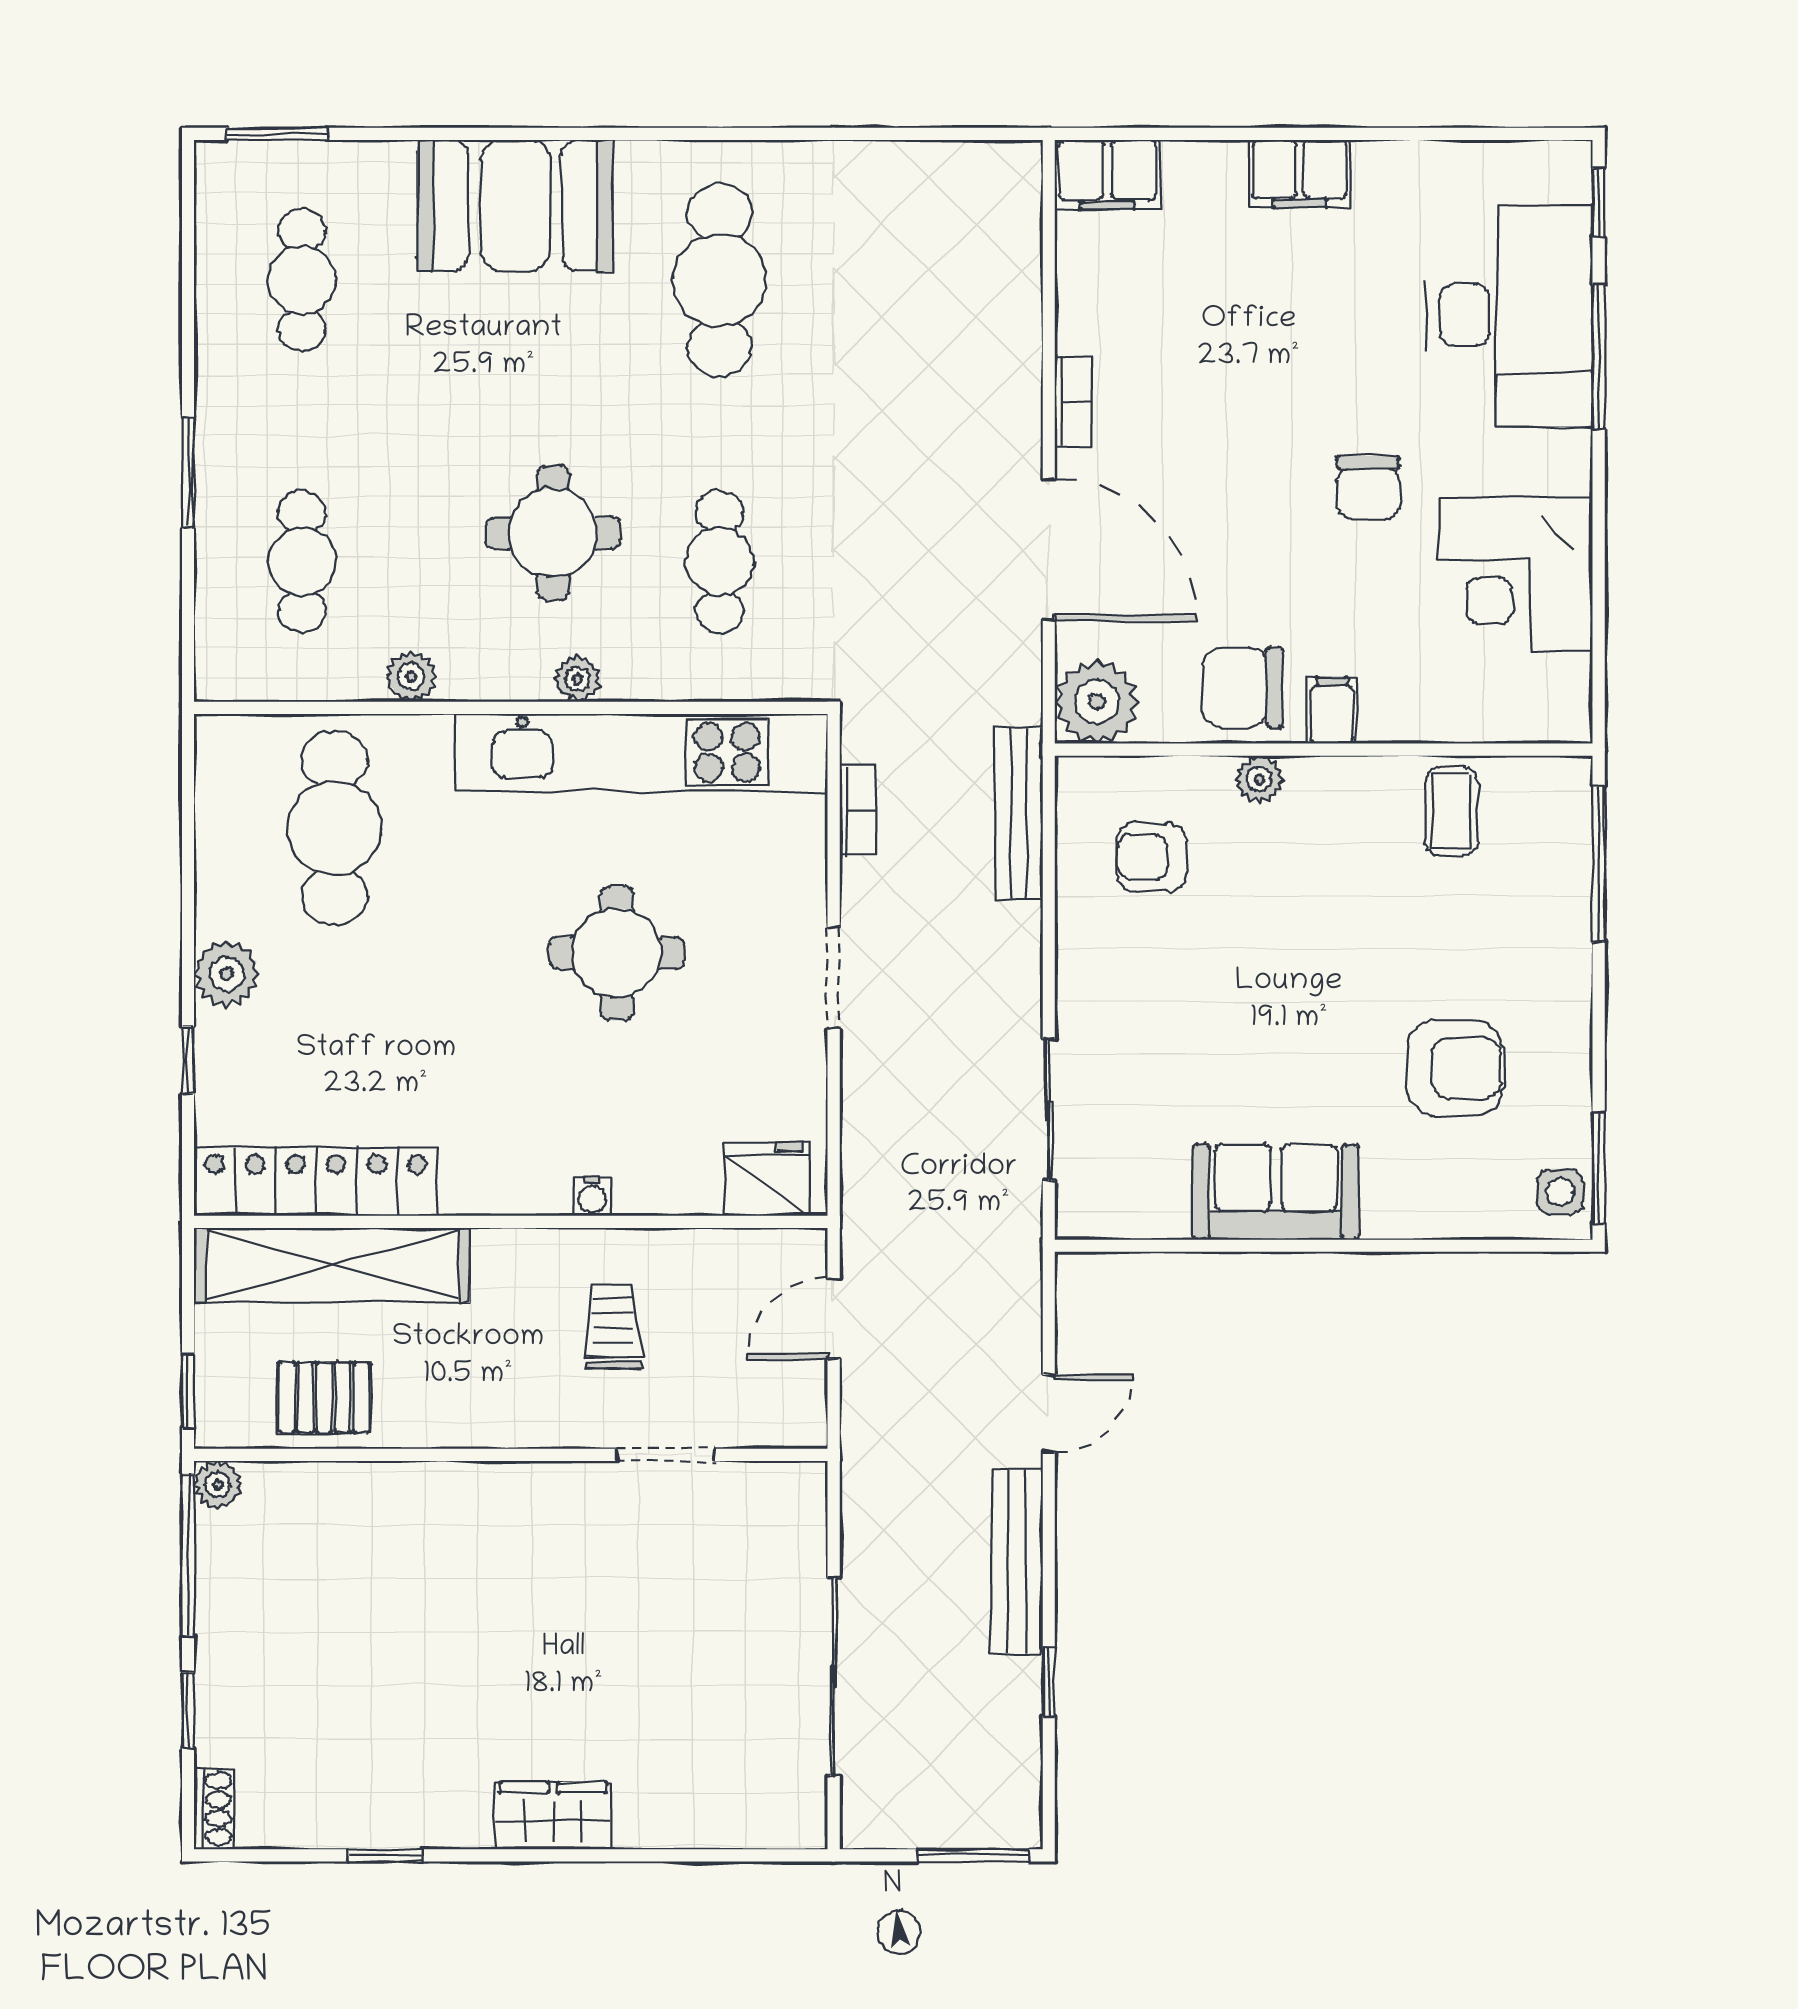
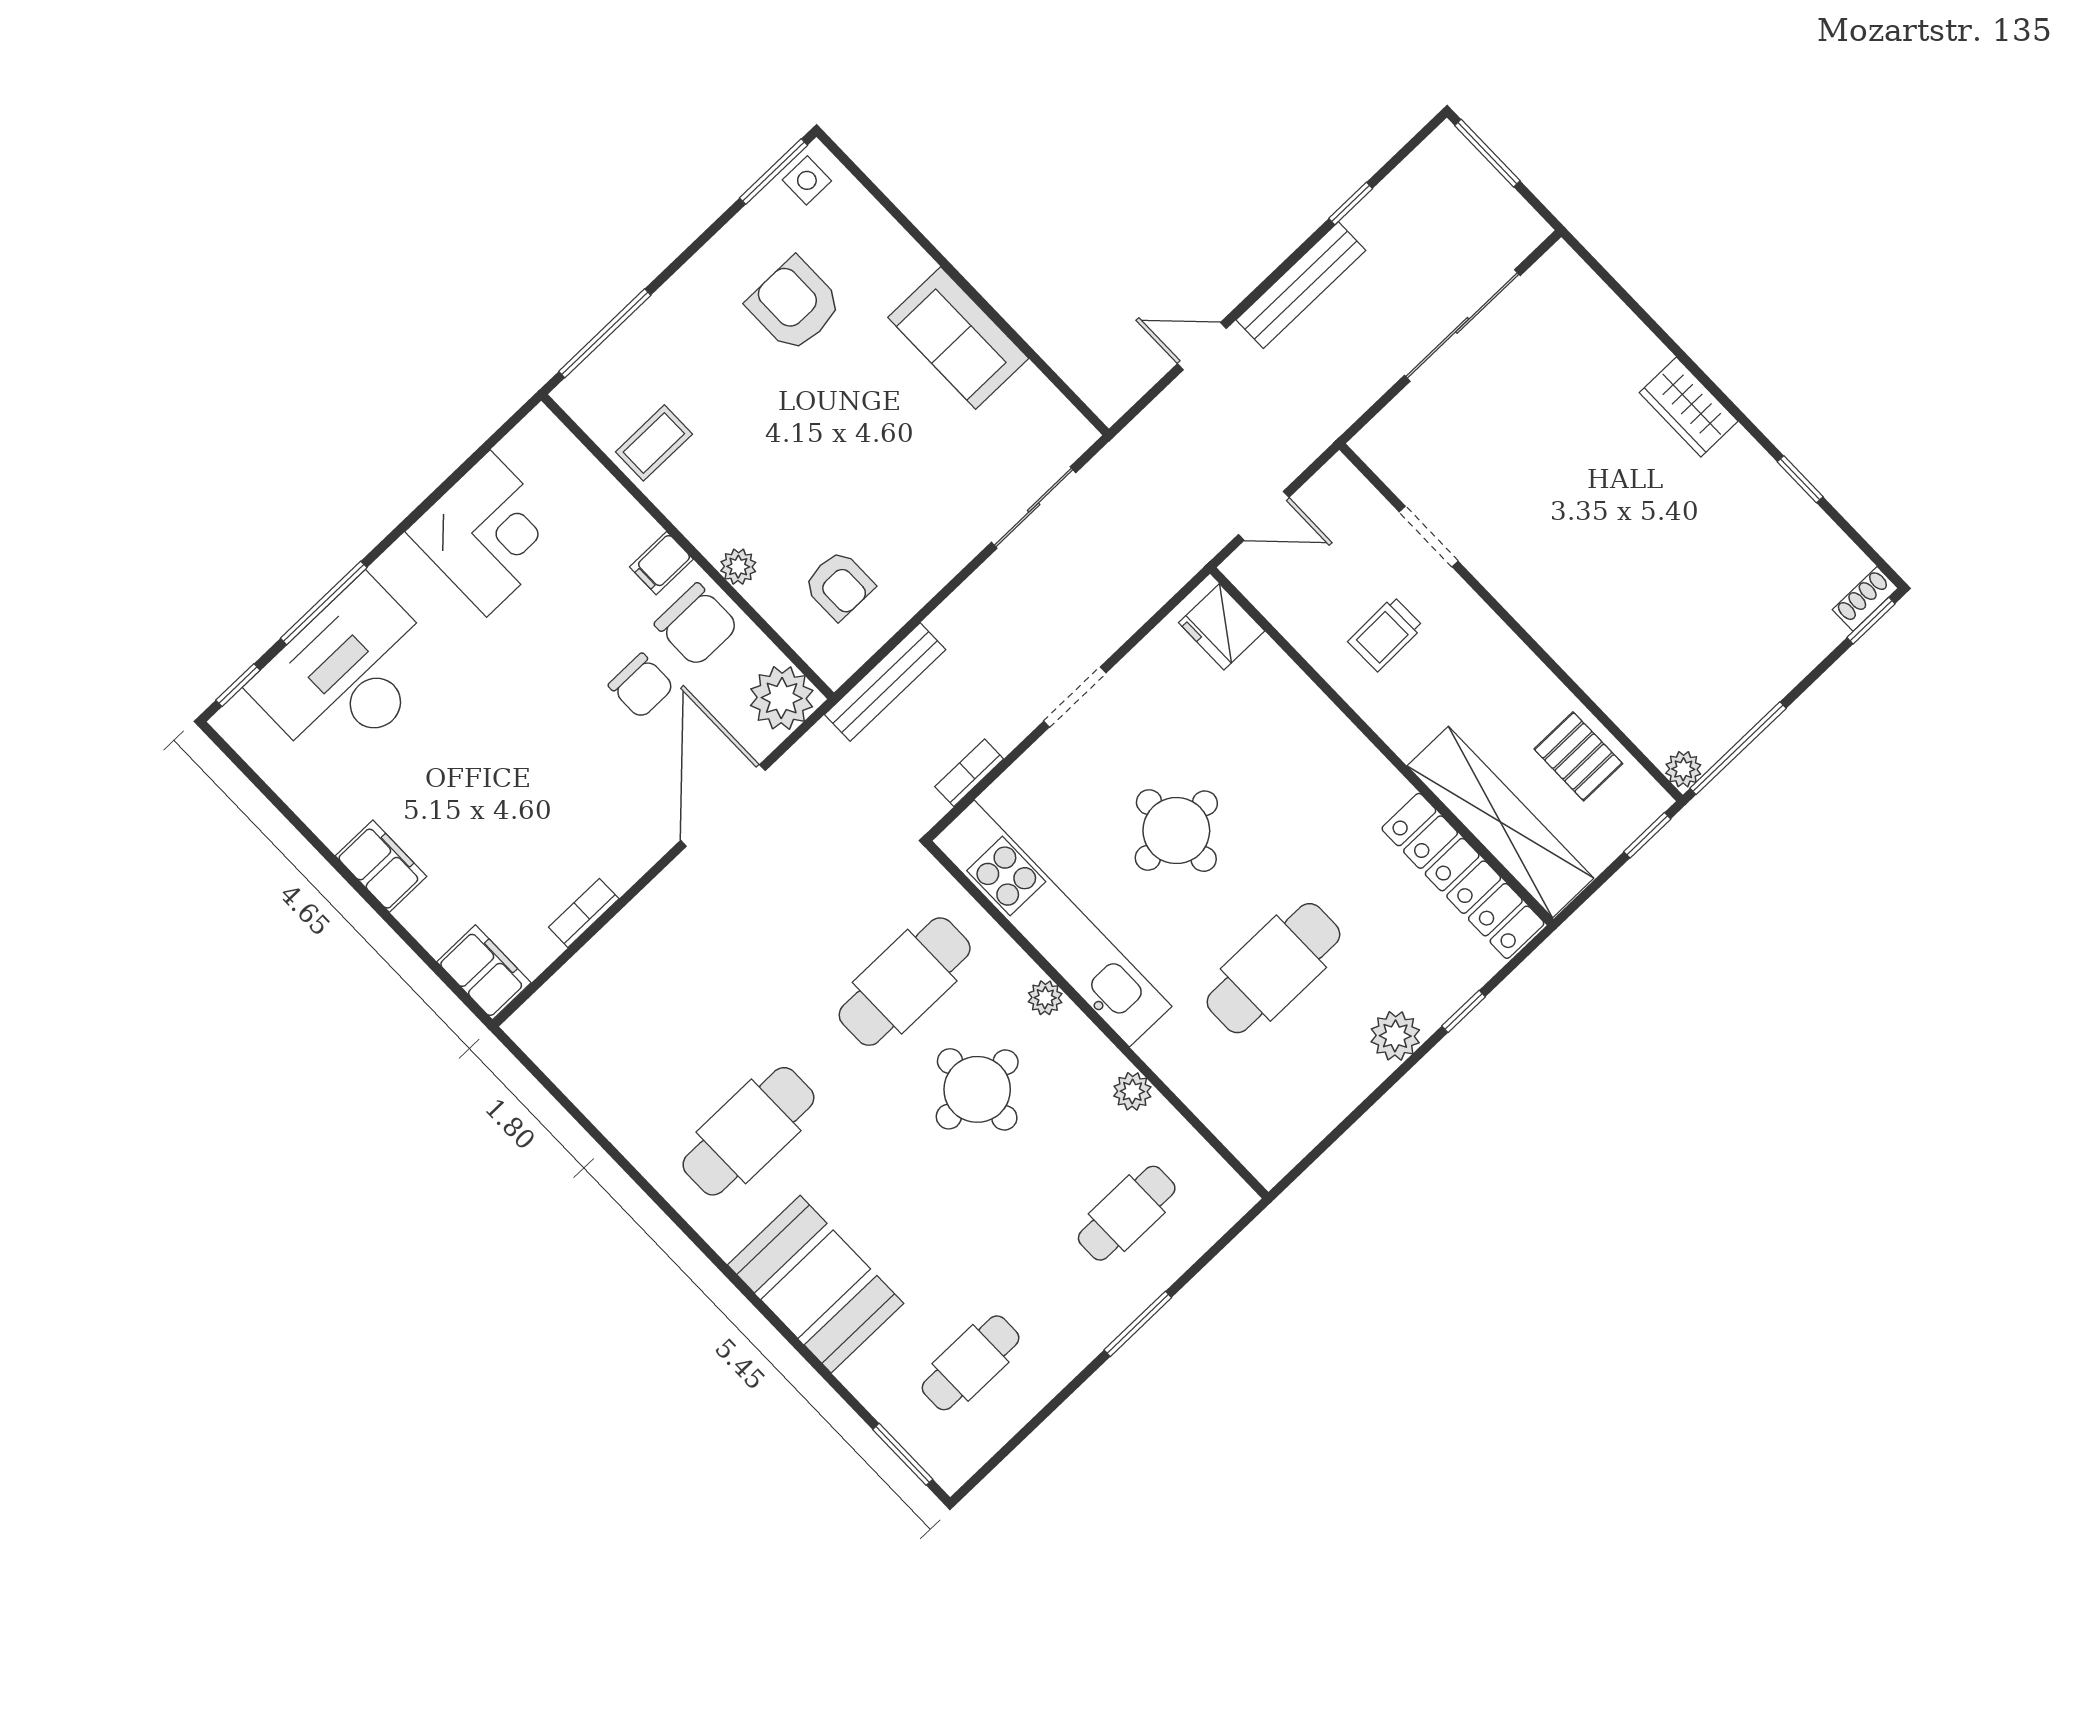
bookcase: (1073, 401) -> (584, 913), moved
chair: (1368, 487) -> (641, 686), moved, turned 90
cafe table: (720, 562) -> (905, 982), width x1.37, depth x1.35
cafe table: (334, 828) -> (1273, 968), moved
water cooler: (592, 1196) -> (1324, 715), removed
window: (188, 1710) -> (1871, 621), moved

